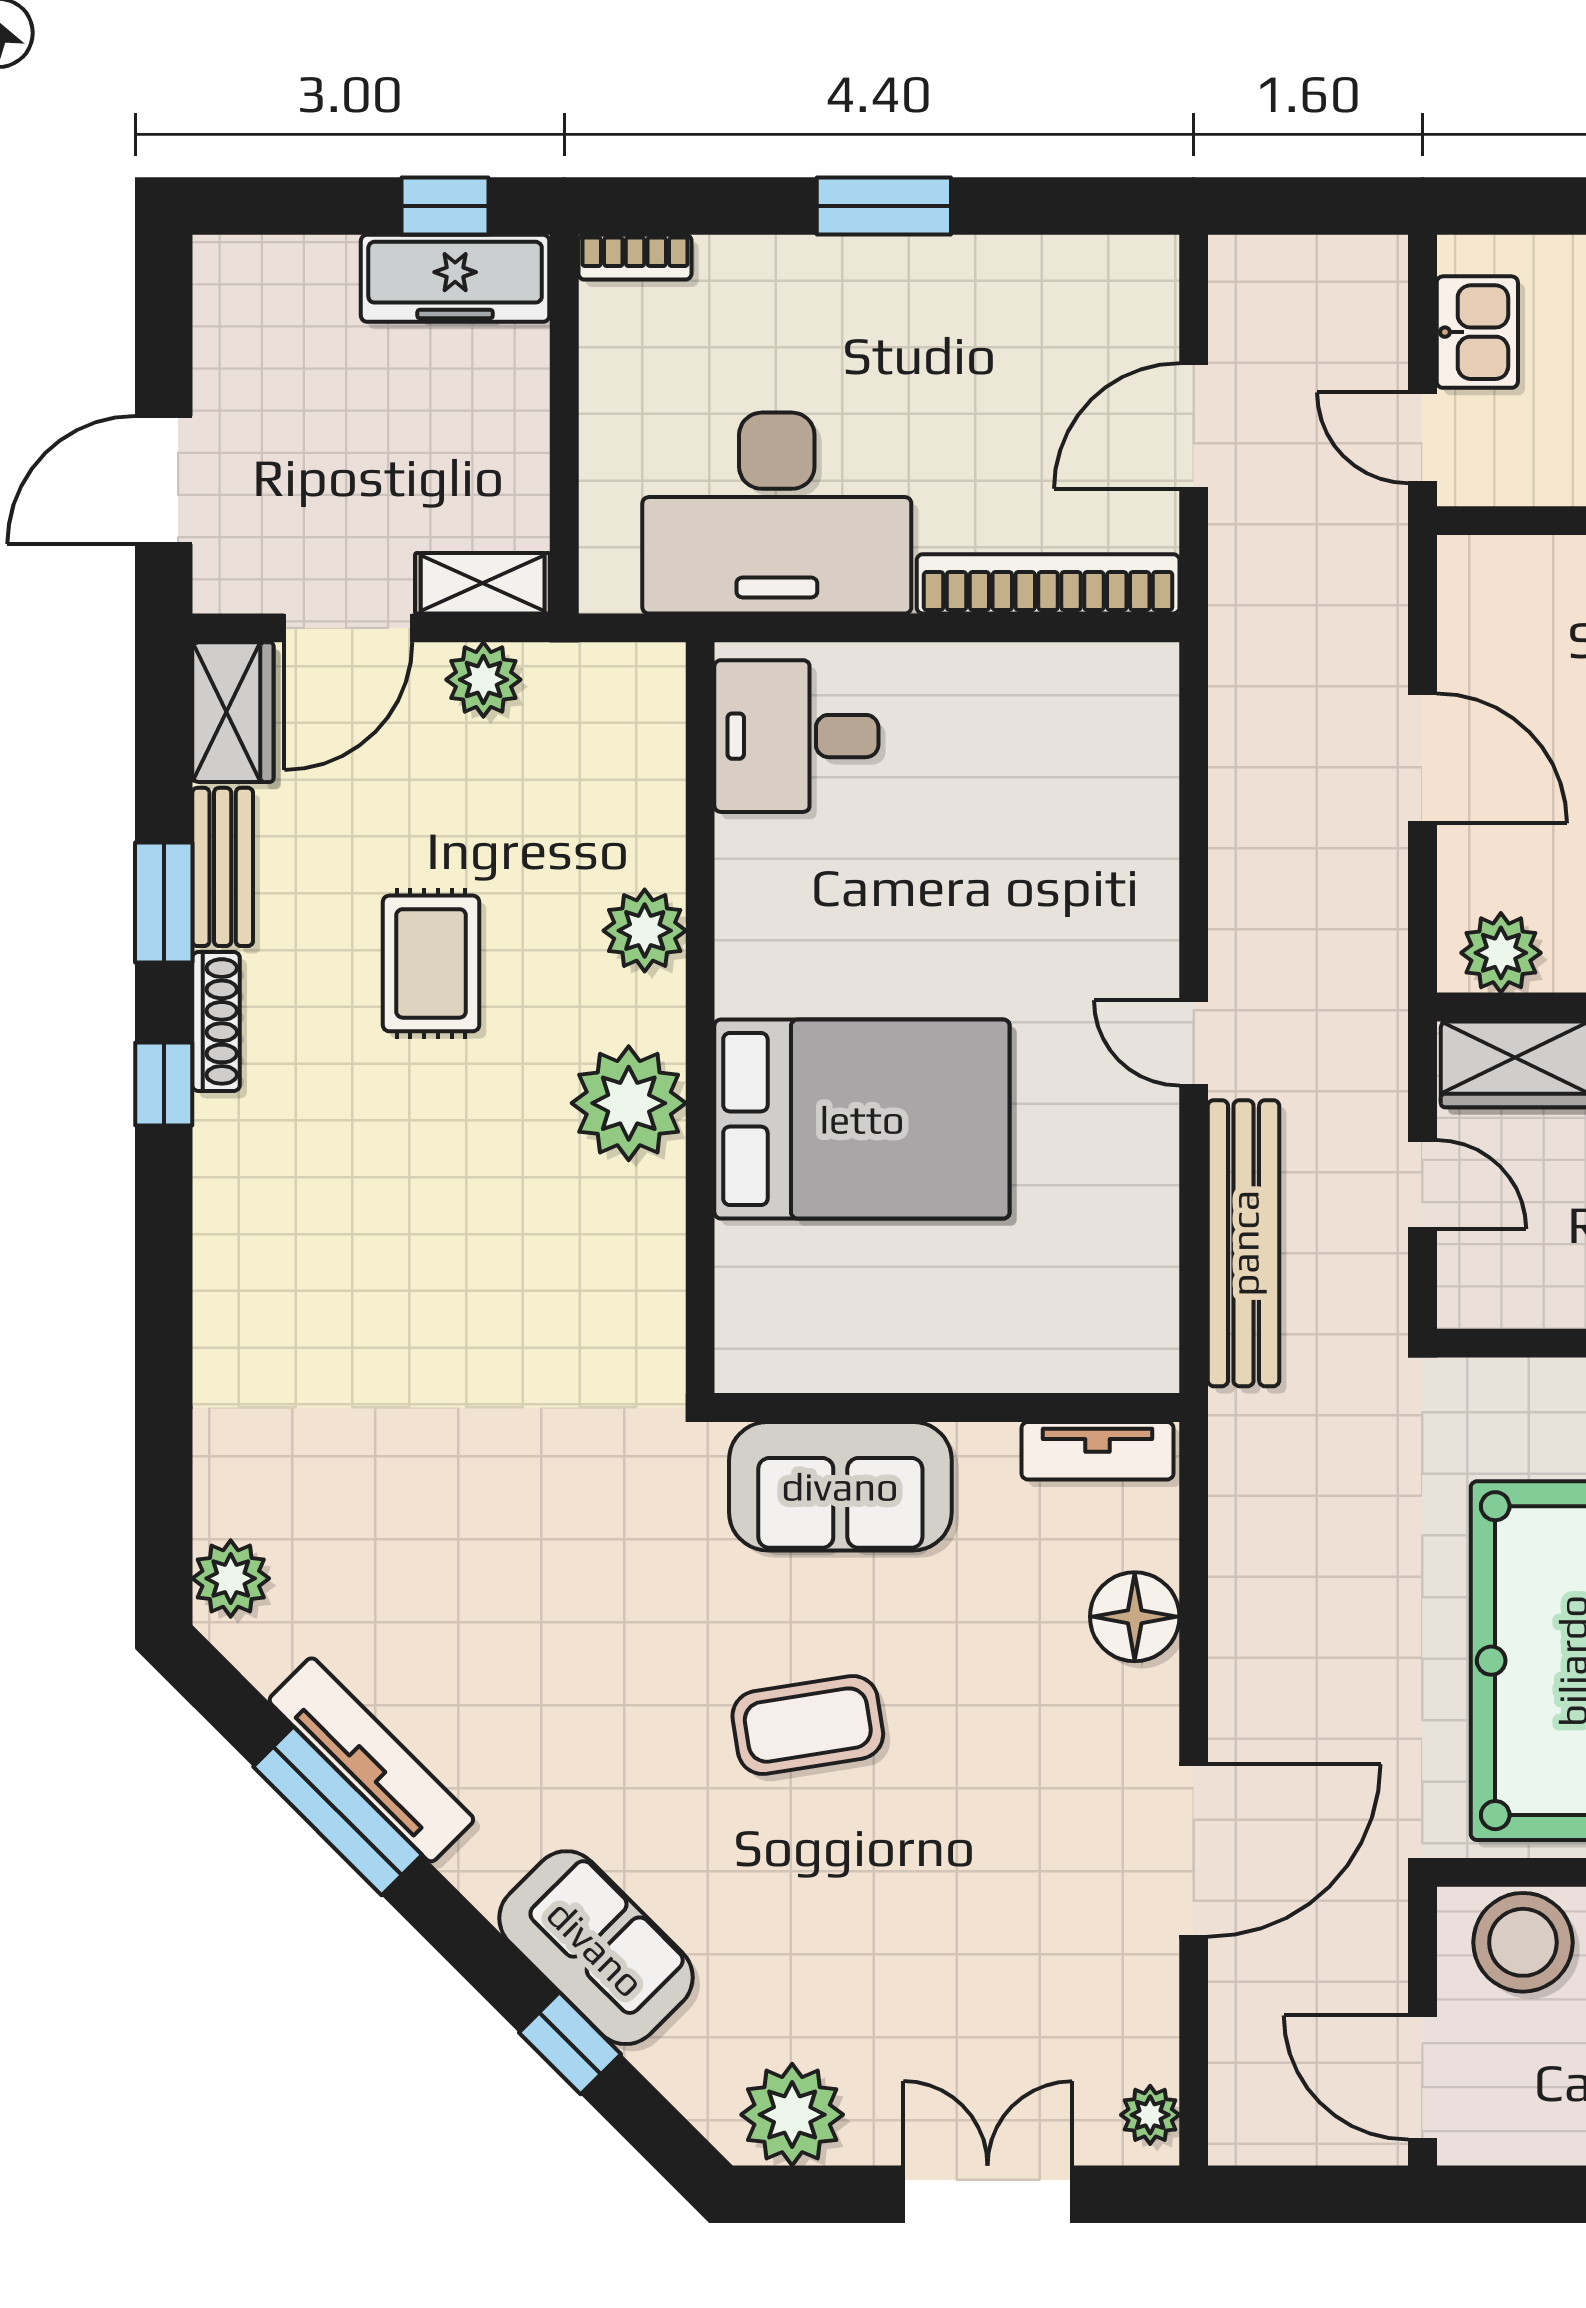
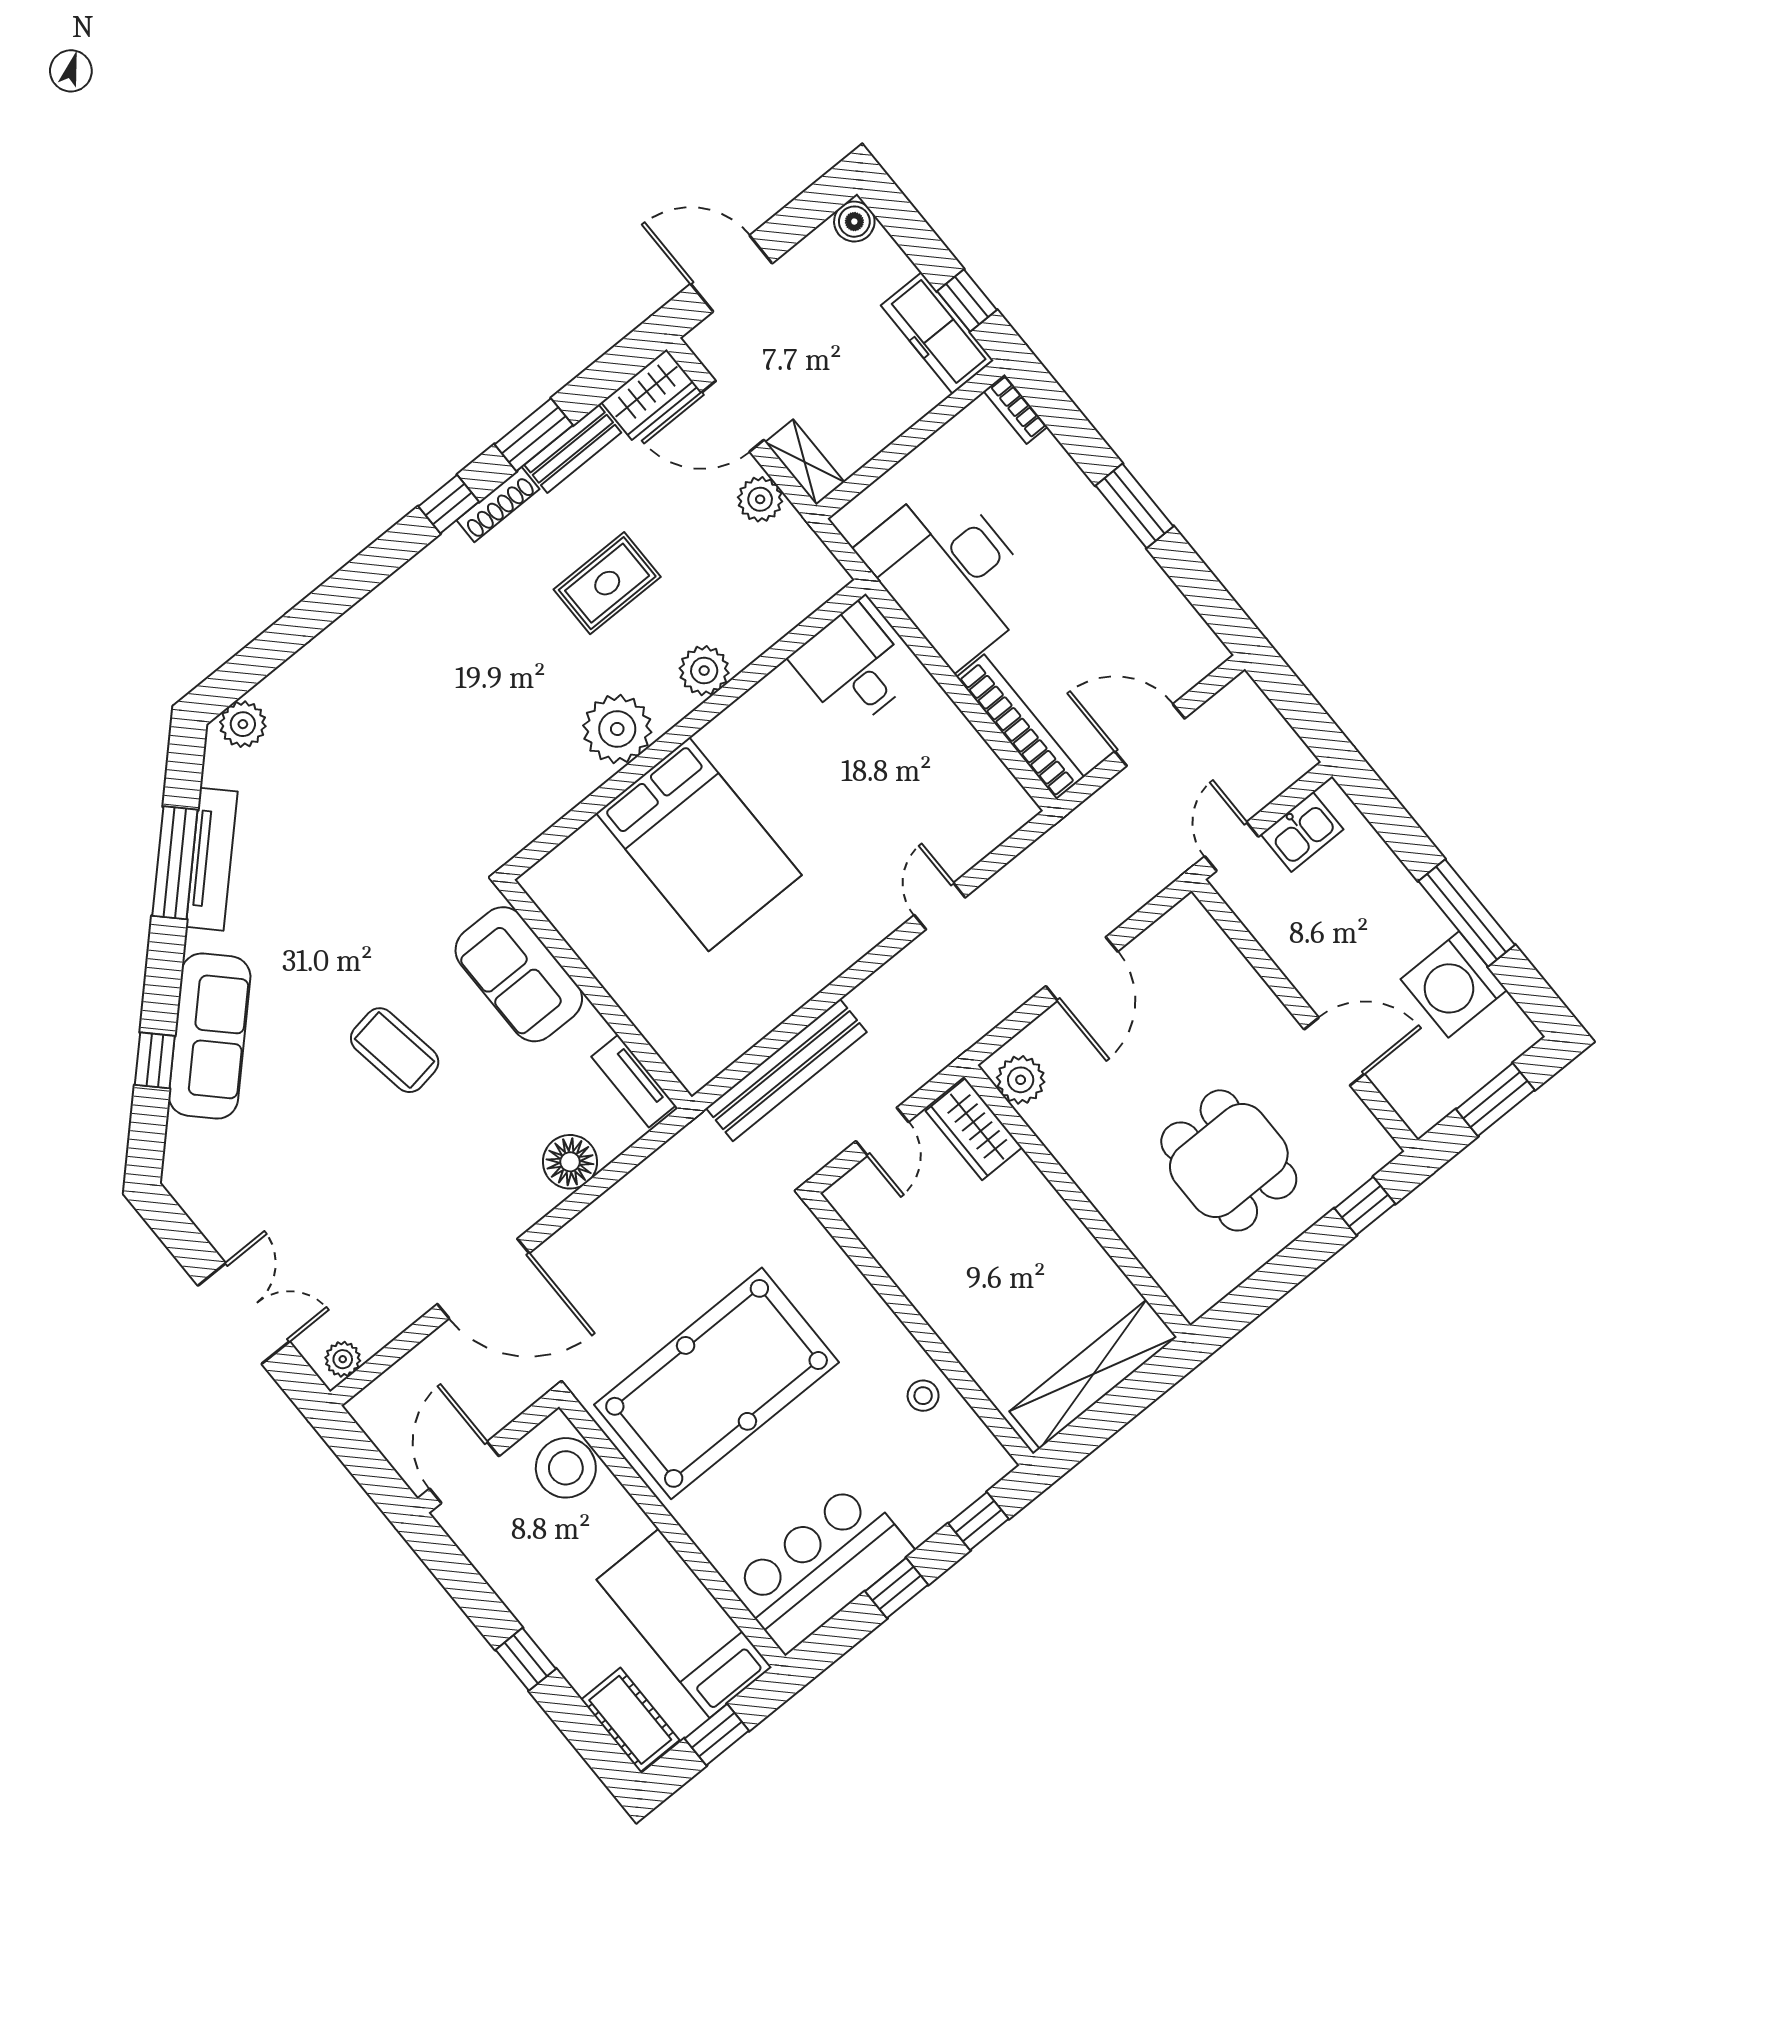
boiler: (226, 268) -> (854, 222), added
door: (1194, 1043) -> (940, 906), moved
sofa: (596, 1948) -> (210, 1036), width x1.36
plant: (792, 2115) -> (206, 1192), removed

